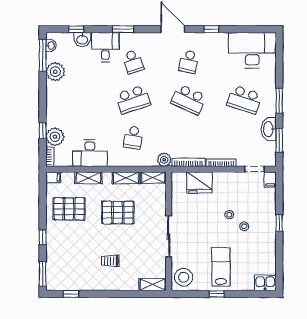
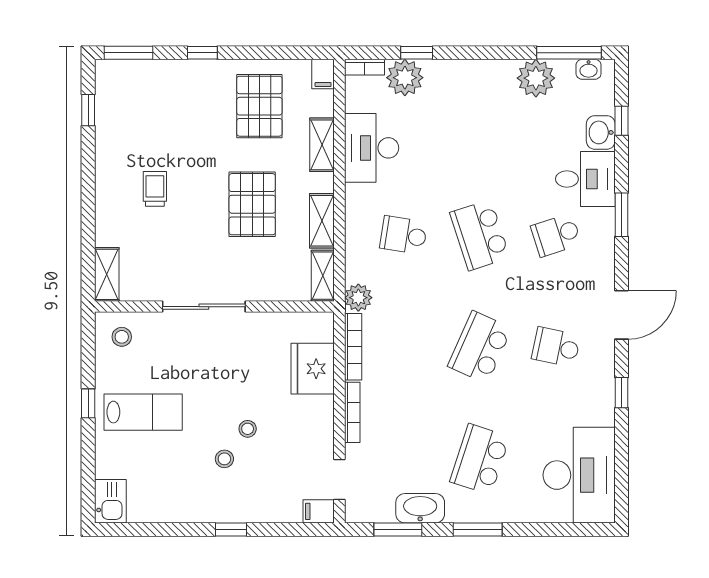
stool: (184, 277) -> (122, 337), width x0.53, depth x0.53

